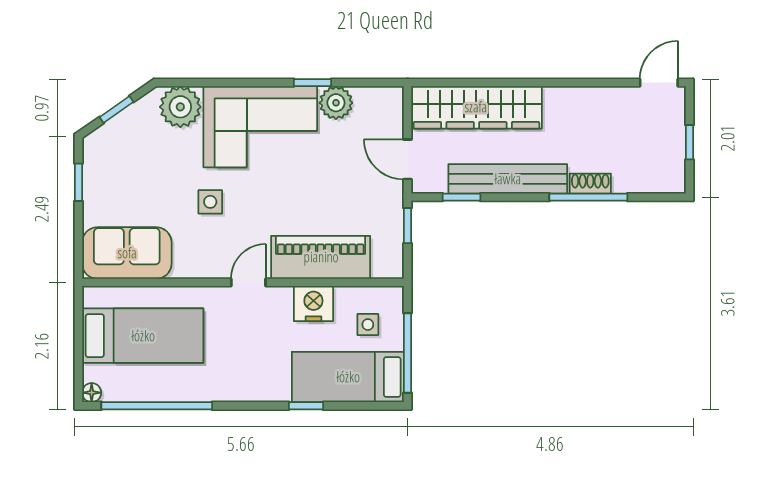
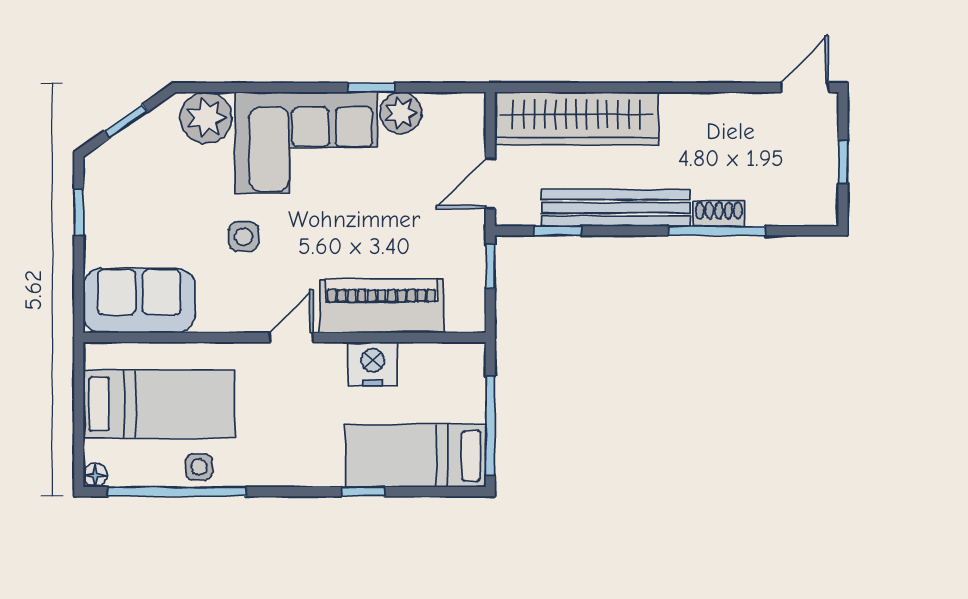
door: (407, 159) -> (490, 184), hinge flipped
side table: (368, 325) -> (199, 467), moved

